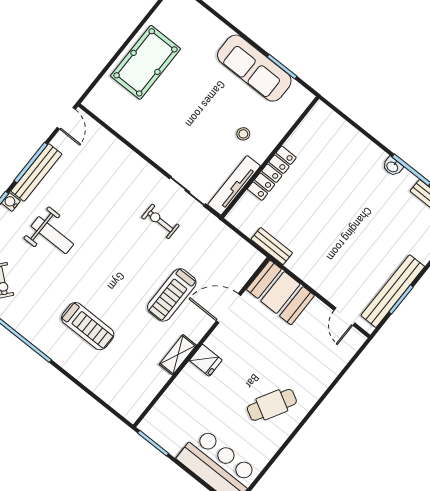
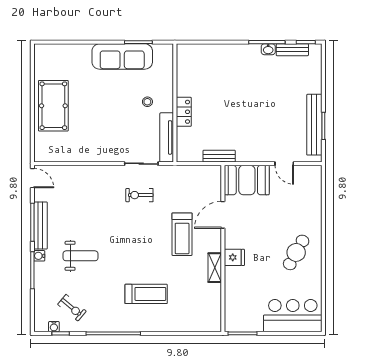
washbasin: (393, 167) -> (268, 49), moved
locker: (272, 173) -> (184, 112), width x0.66
door: (344, 317) -> (284, 164), moved

